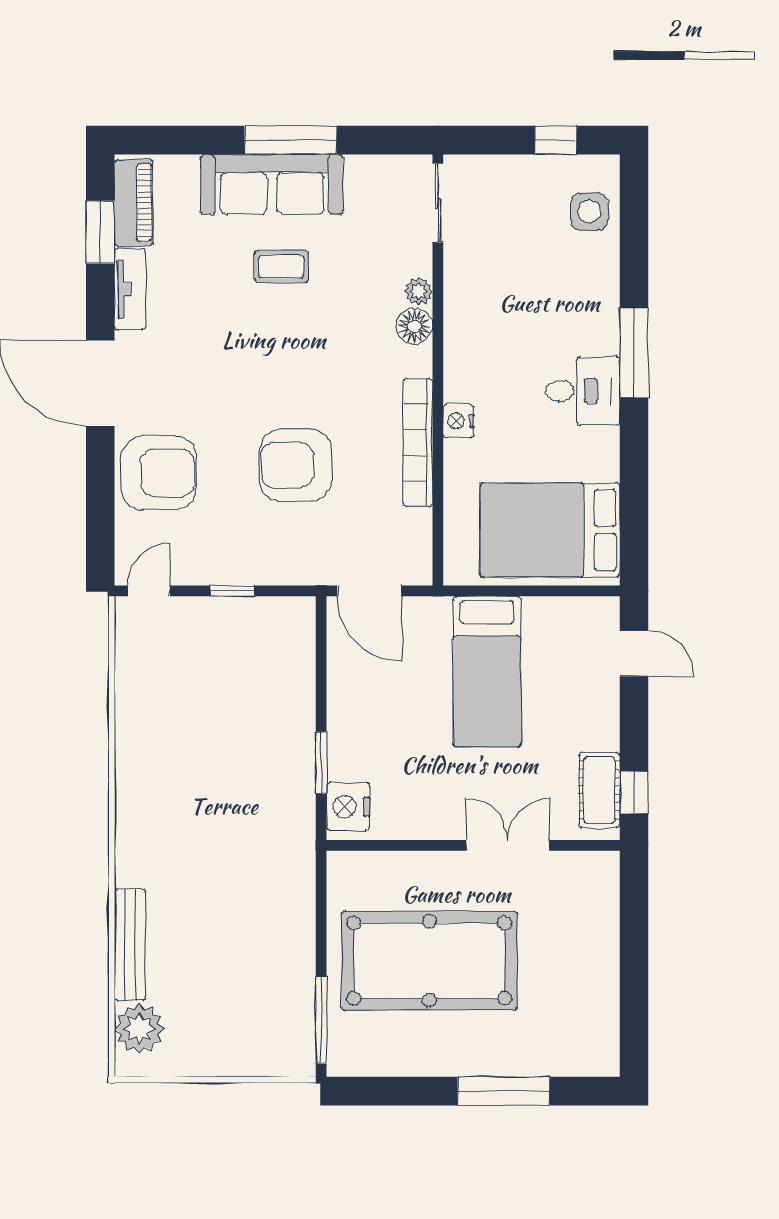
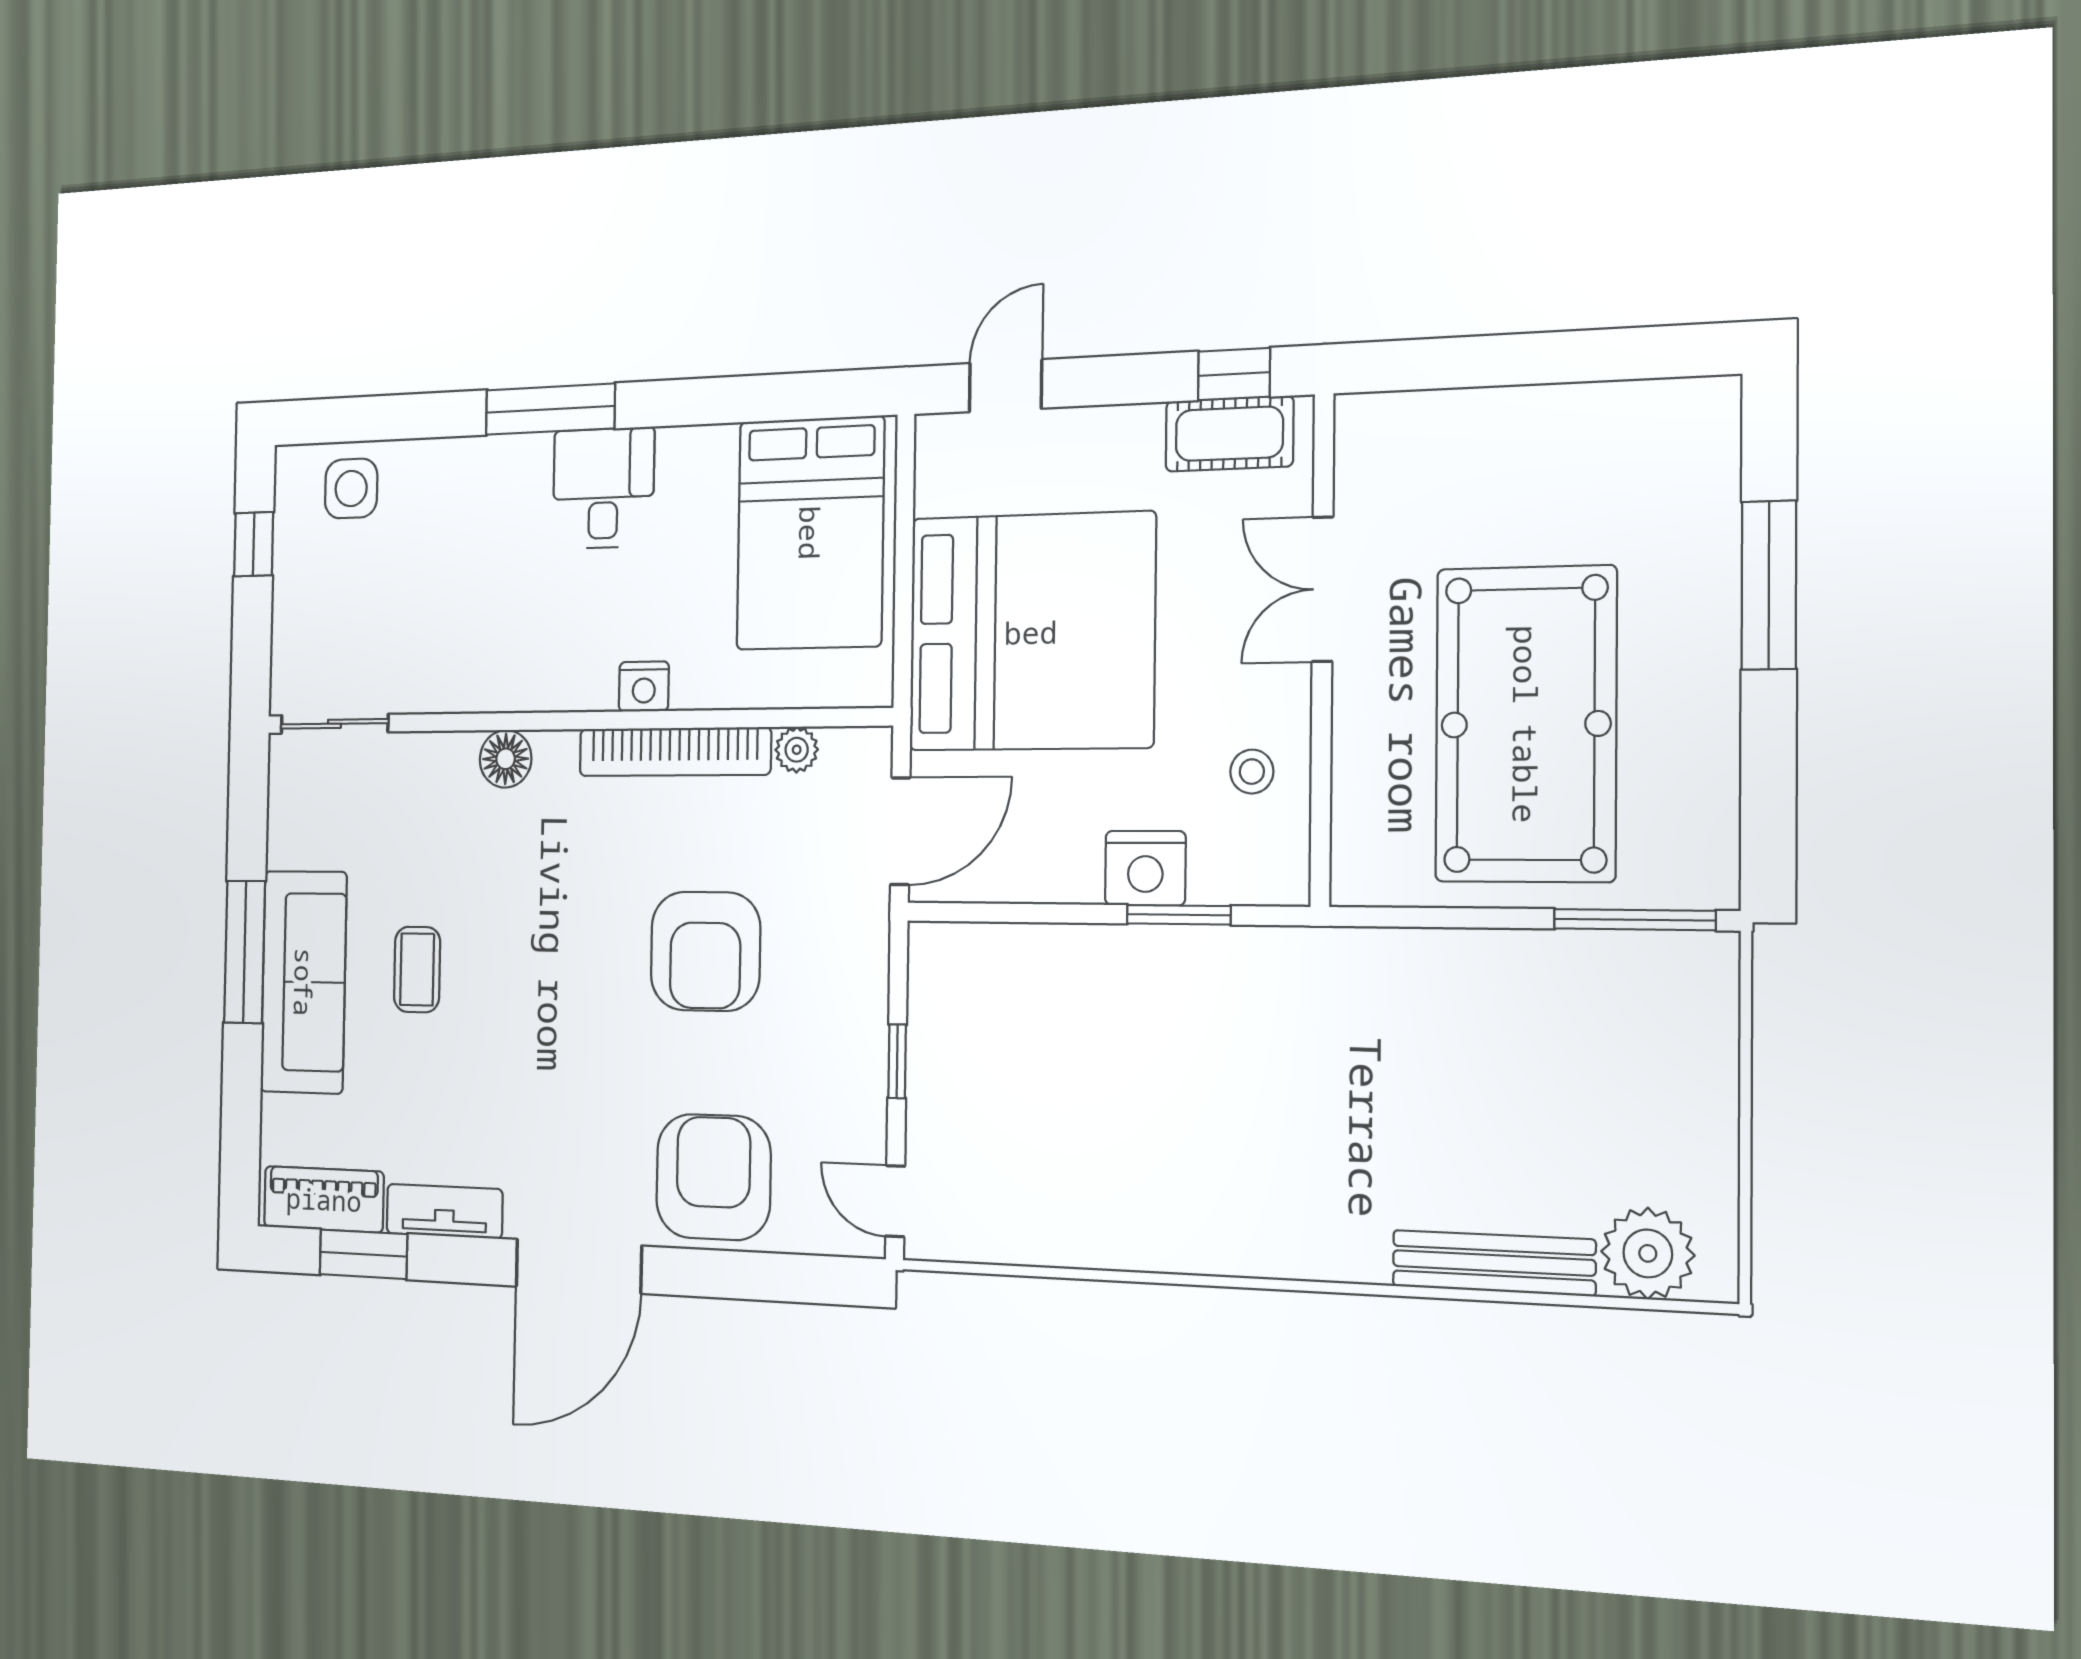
plant: (419, 291) -> (797, 750), moved
bed: (487, 672) -> (1031, 632), width x2.04
stool: (404, 805) -> (1252, 772), added
nightstand: (348, 807) -> (1145, 868), moved

